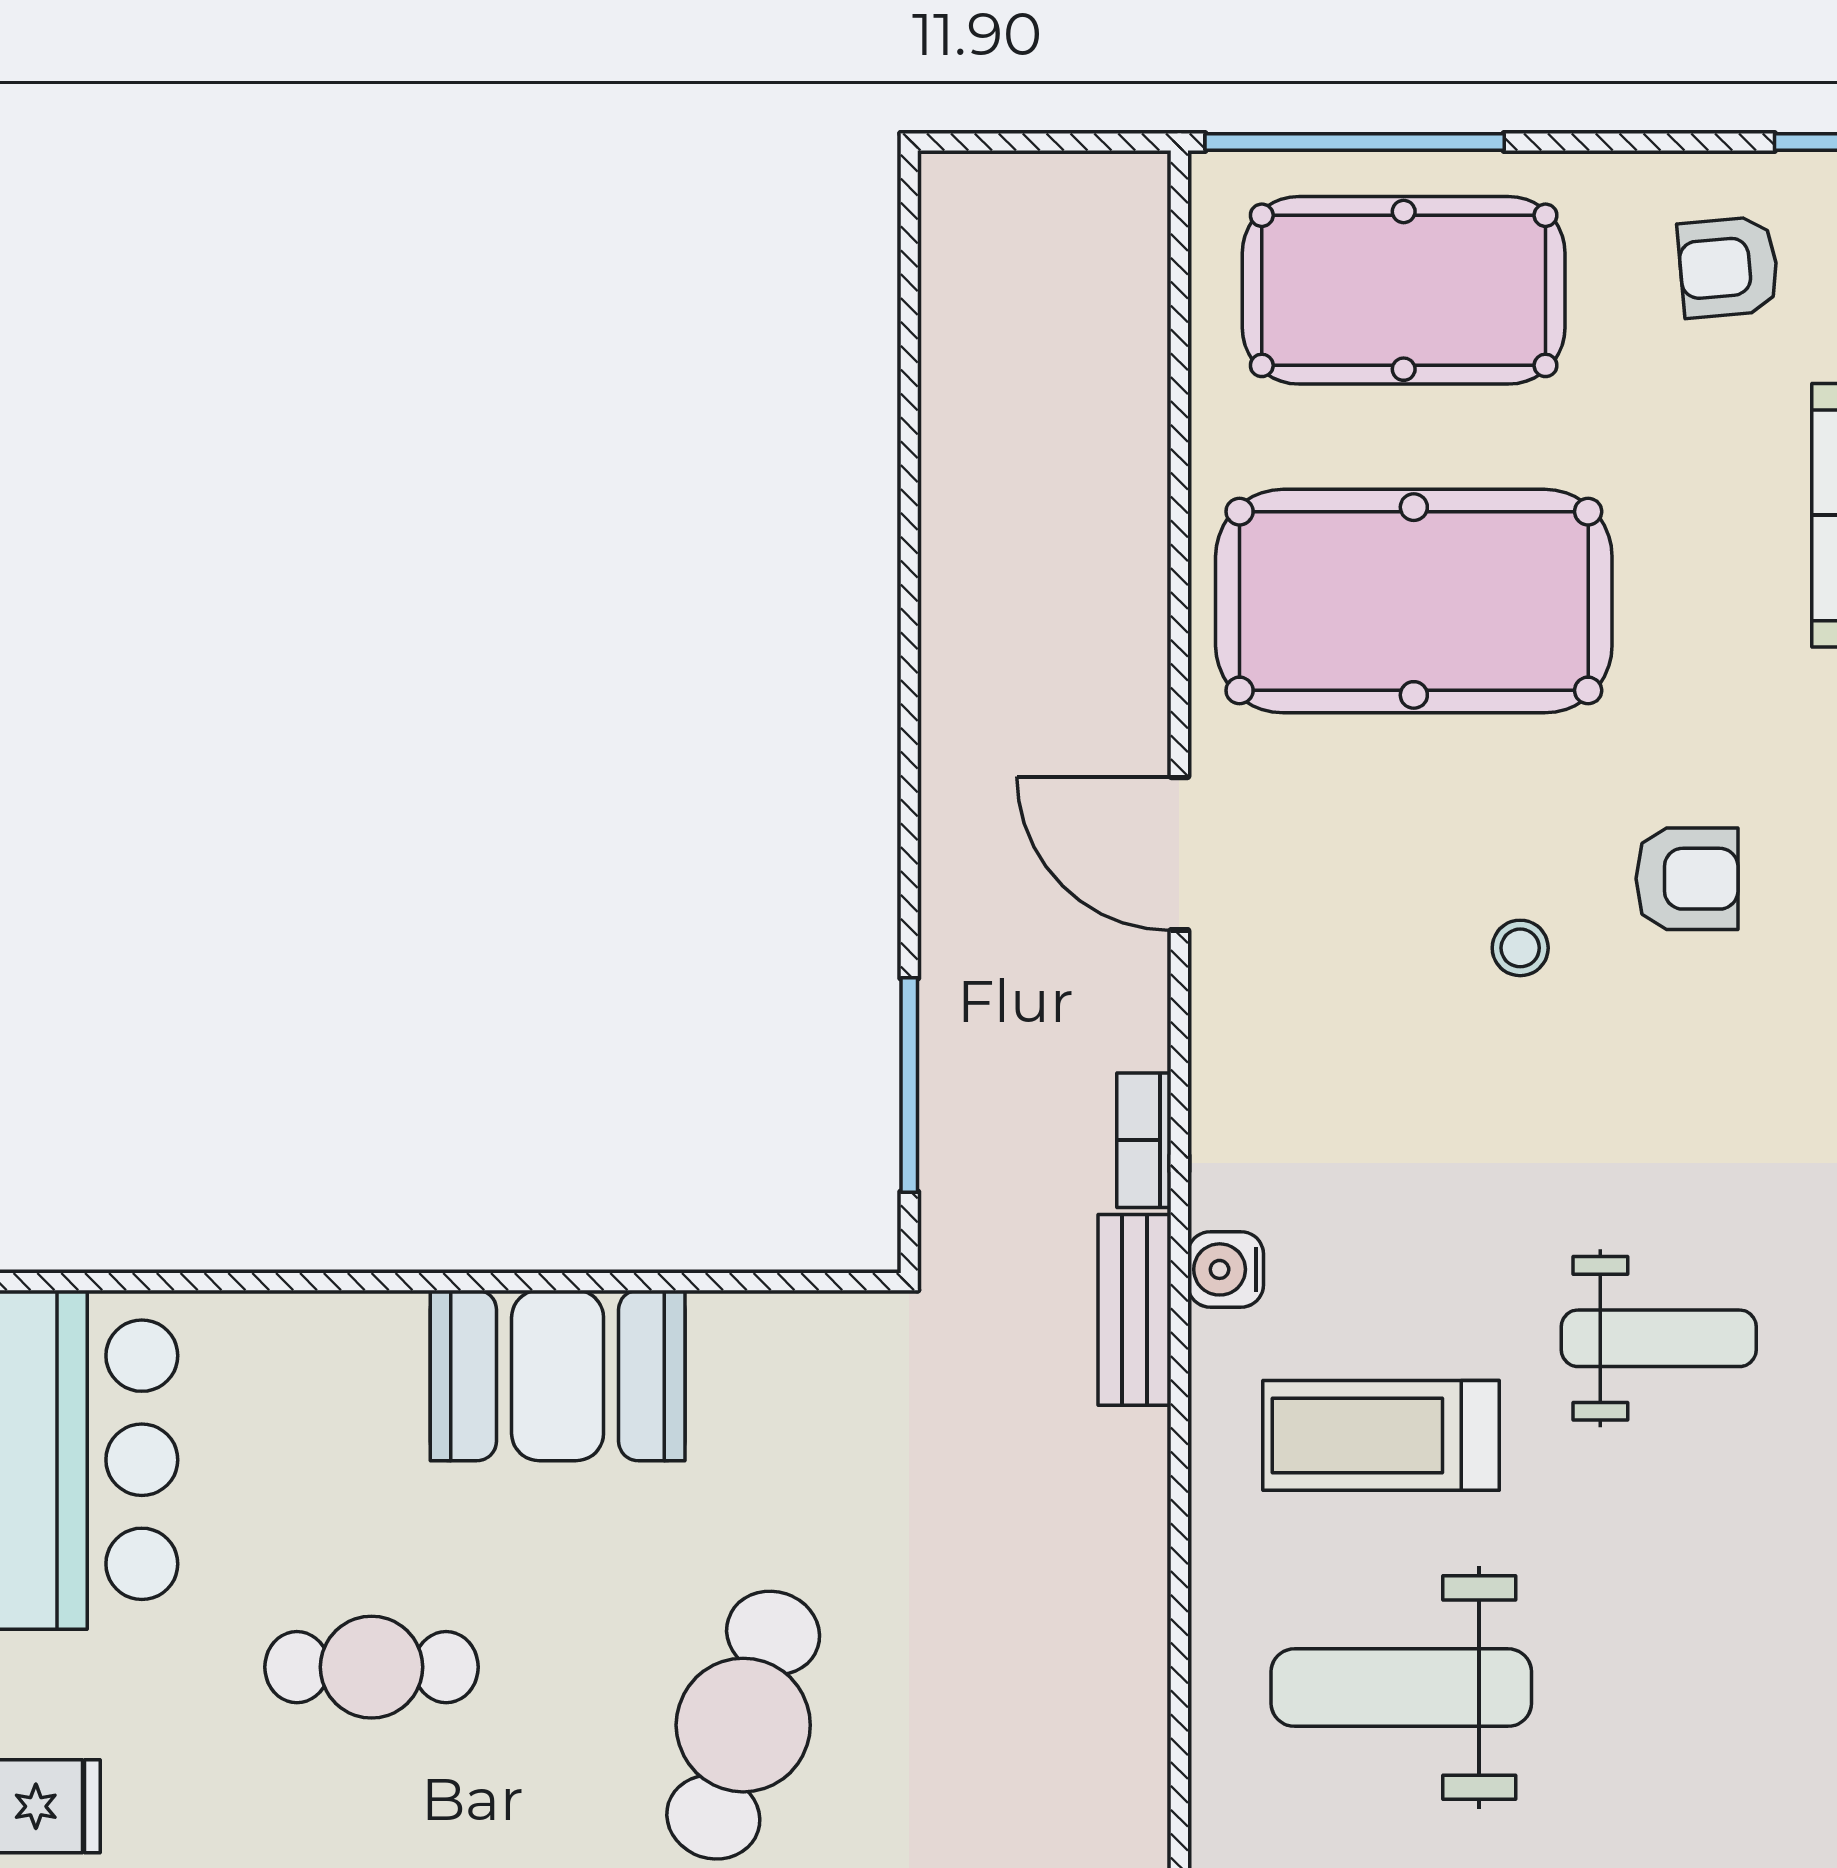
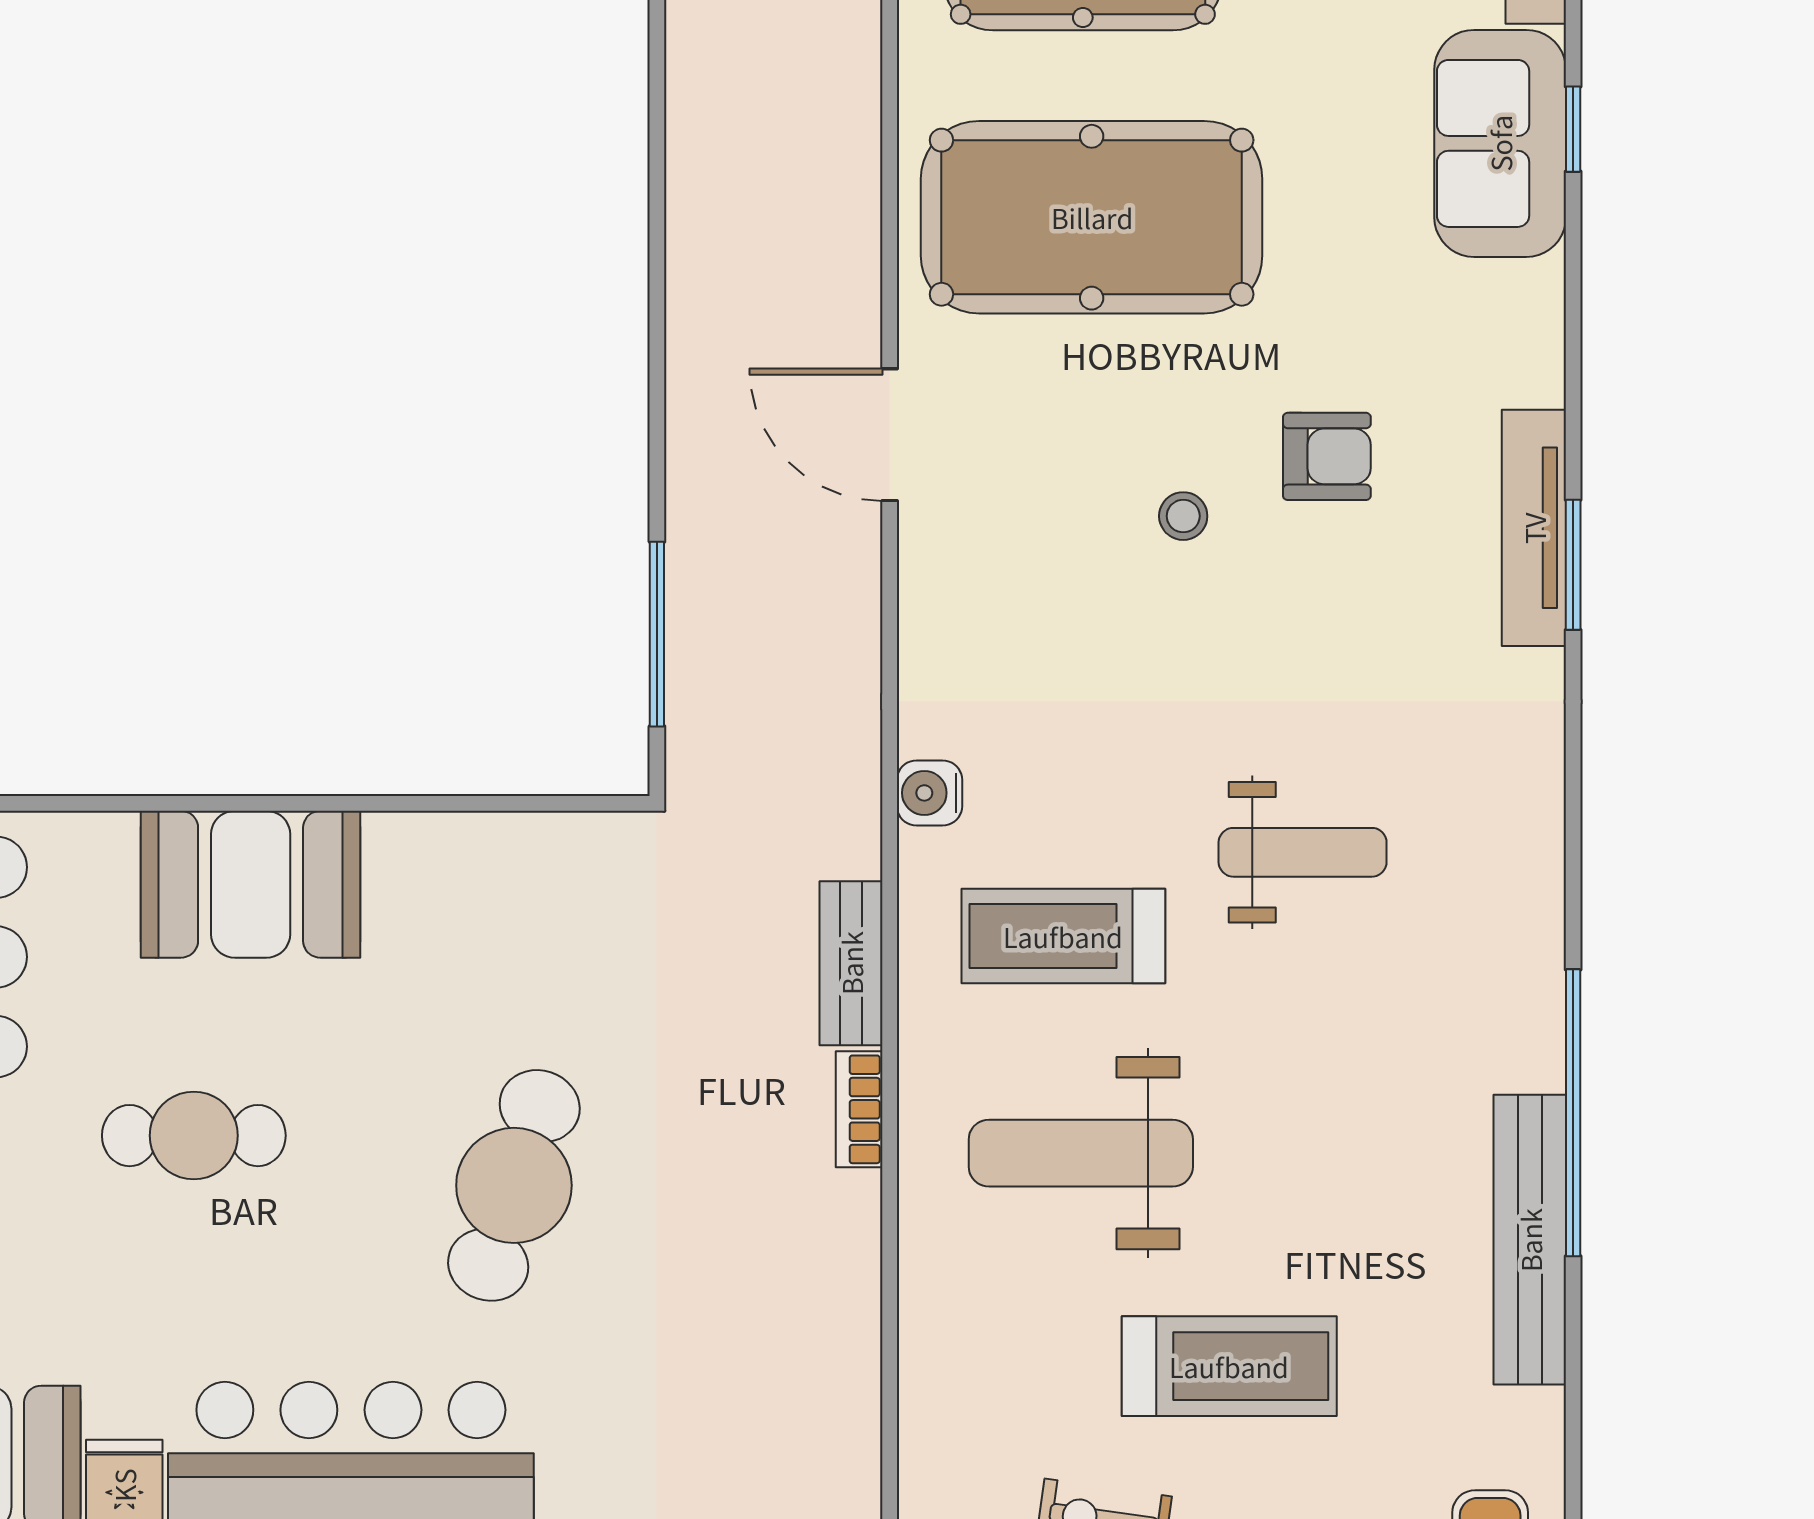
bookcase: (1144, 1140) -> (859, 1109), moved
bench: (1134, 1310) -> (851, 963), moved
booth: (558, 1375) -> (251, 884), moved

